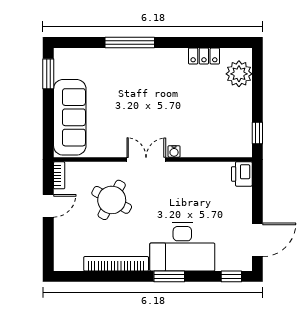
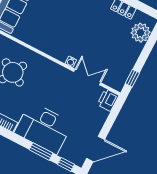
double door: (146, 159) -> (87, 77), moved
window: (169, 276) -> (41, 151), moved

